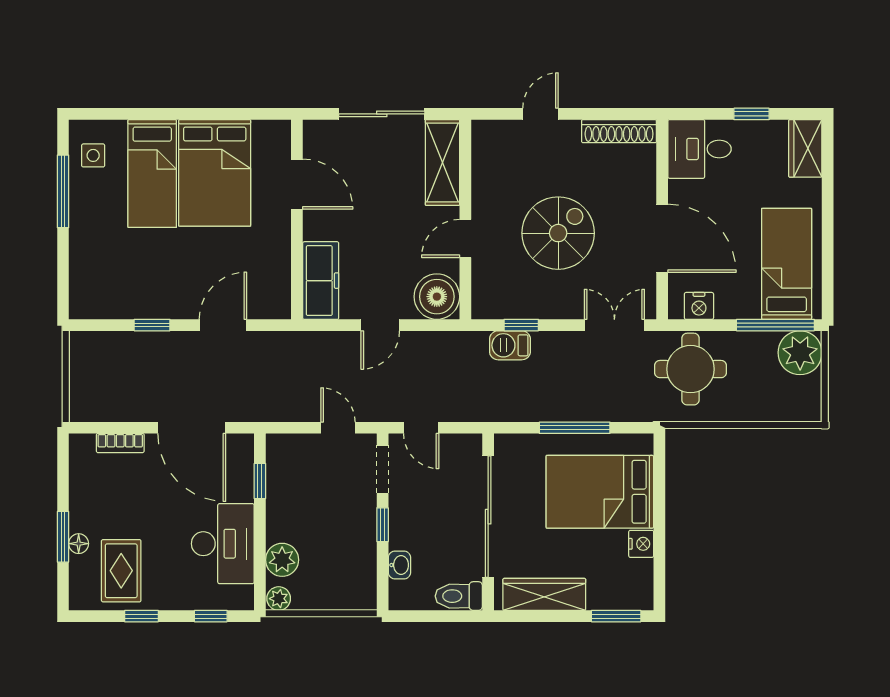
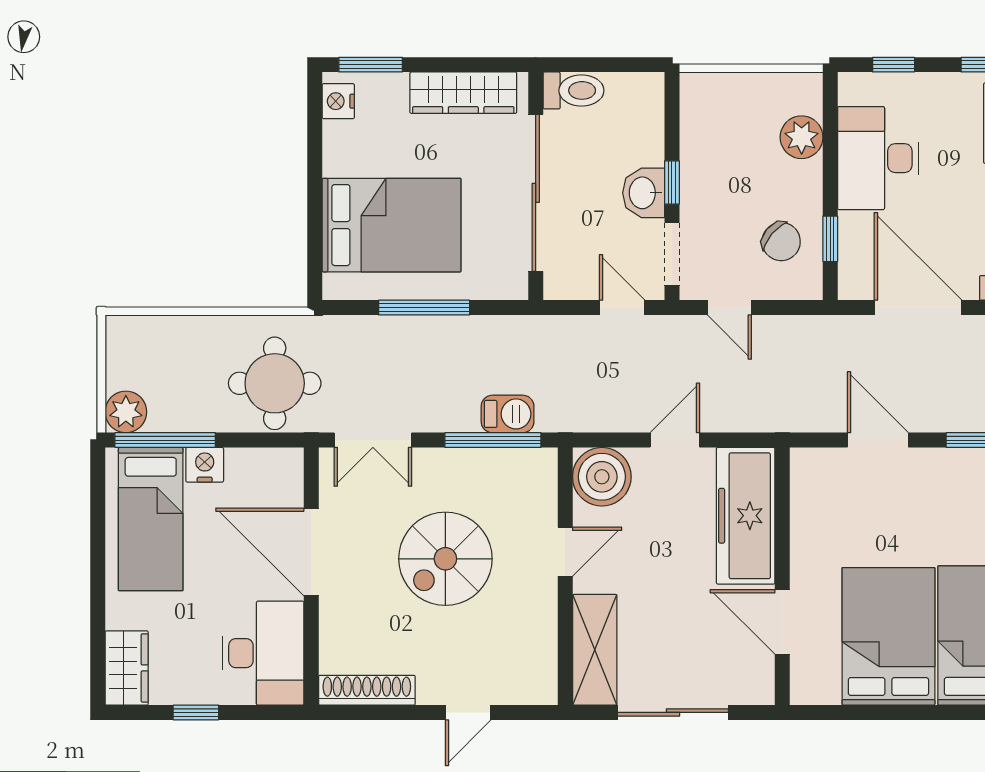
desk: (700, 149) -> (263, 653), width x1.37
freezer: (321, 281) -> (746, 516), width x1.36, depth x1.26
nightstand: (699, 306) -> (205, 465), moved
door: (223, 325) -> (878, 440), swing flipped
window: (521, 325) -> (493, 440), width x2.17
plant: (800, 353) -> (126, 412), width x0.73, depth x0.73
chair: (298, 479) -> (781, 242), added
nightstand: (641, 544) -> (338, 101), moved
washbasin: (399, 565) -> (644, 193), moved, width x1.38, depth x1.45
plant: (279, 599) -> (806, 87), removed

